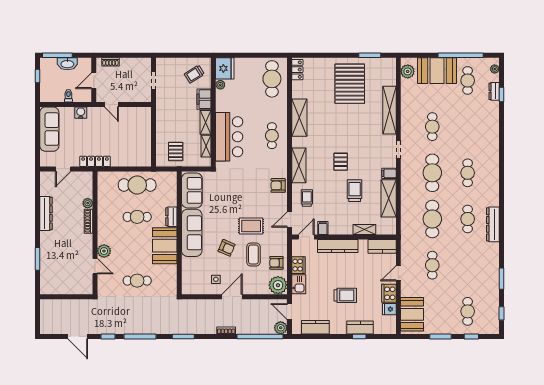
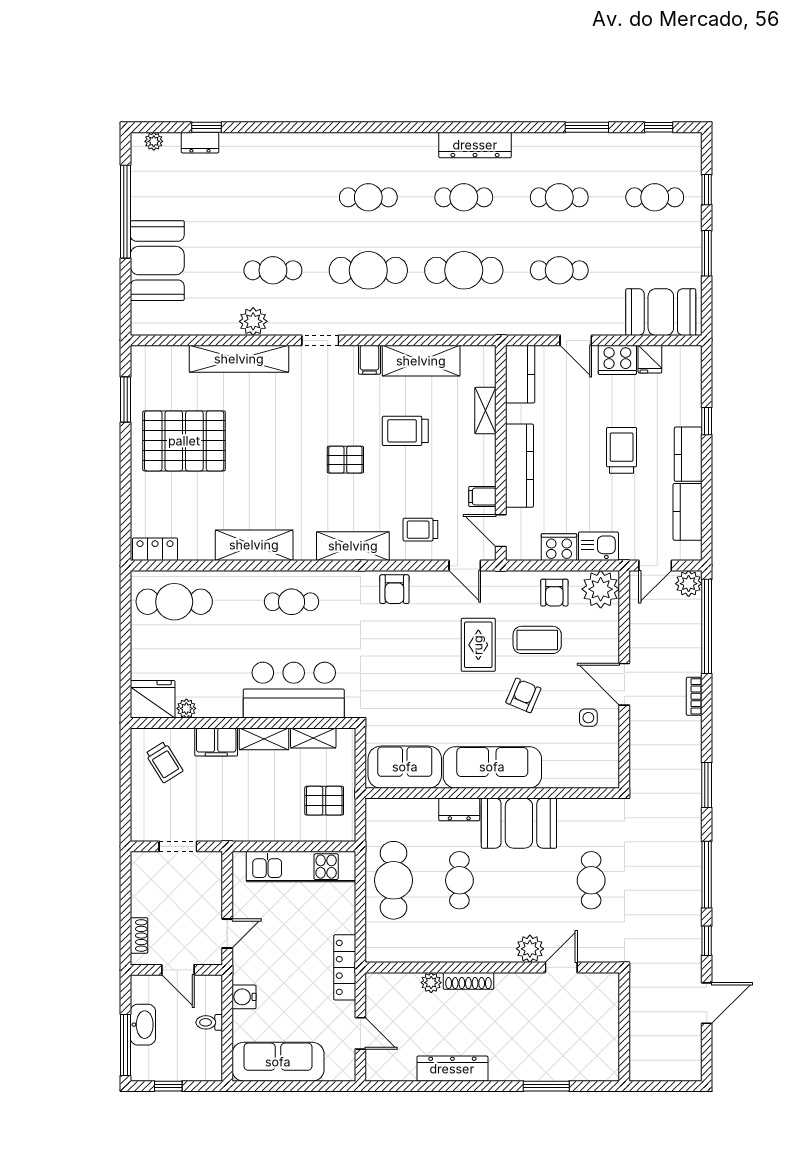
plant: (408, 71) -> (253, 321), moved
cafe table: (468, 80) -> (559, 197), moved
kitchen unit: (144, 140) -> (301, 867), added
kitchen counter: (360, 328) -> (688, 454), moved

